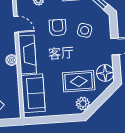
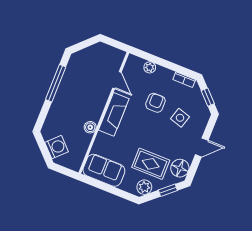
boiler: (12, 60) -> (90, 127), moved
sofa: (33, 93) -> (104, 170), moved, turned -90
window: (104, 97) -> (168, 190), added

